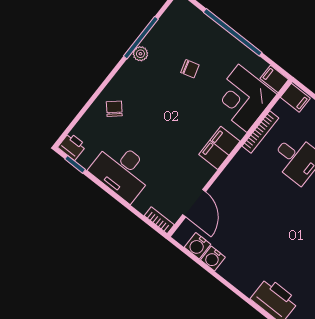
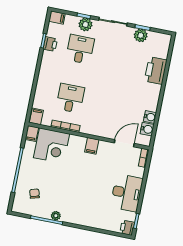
chair: (190, 69) -> (34, 194), moved
chair: (114, 109) -> (94, 215), removed
filing cabinet: (219, 148) -> (92, 146), width x0.50

